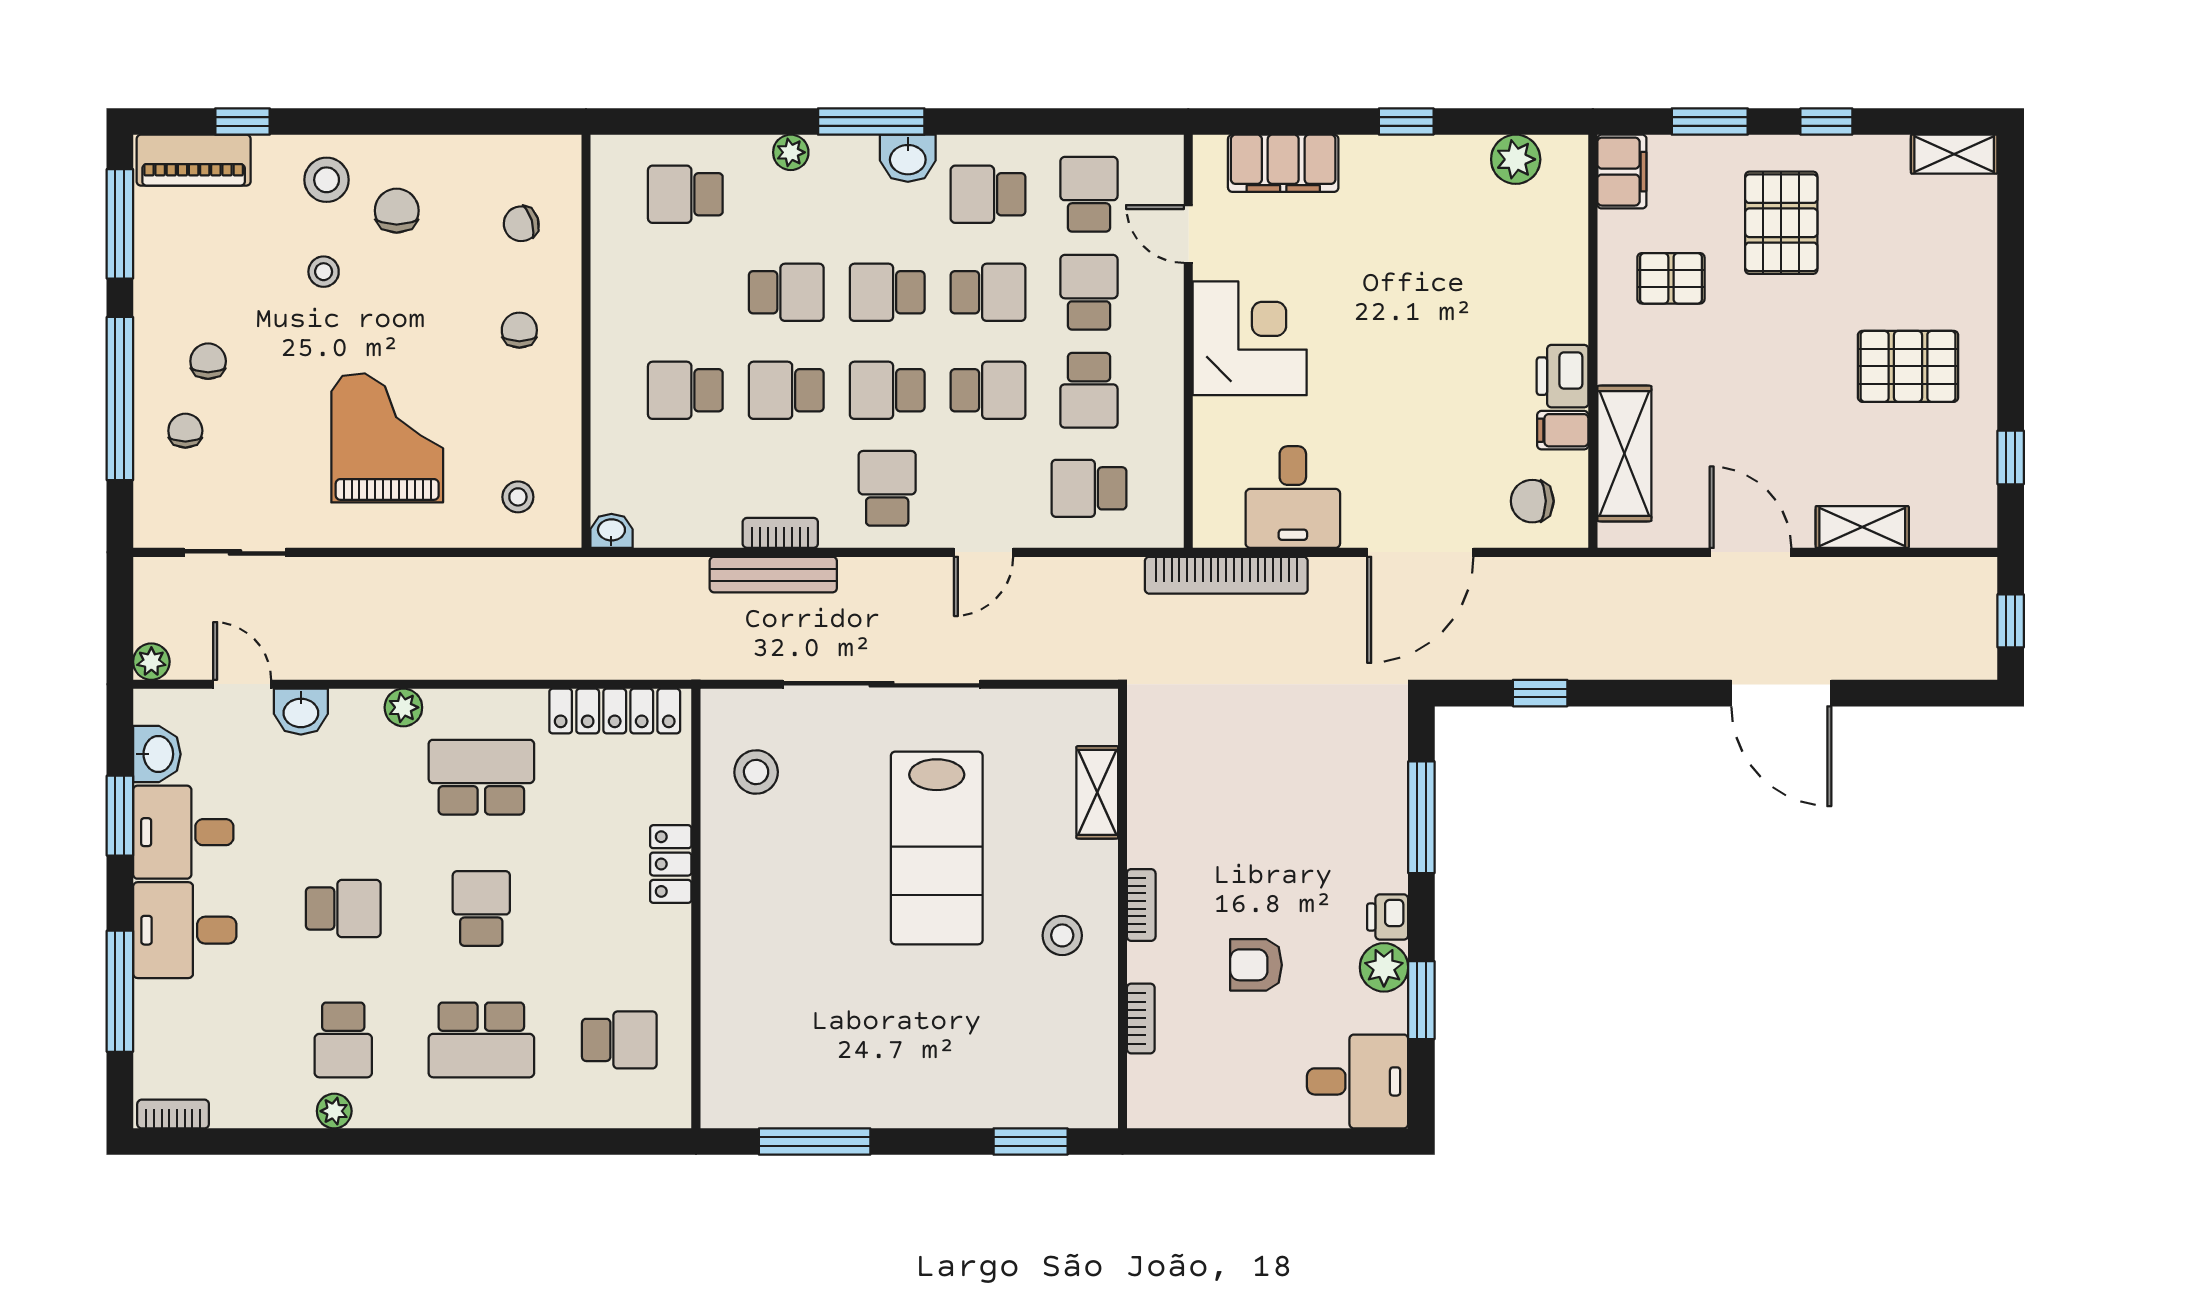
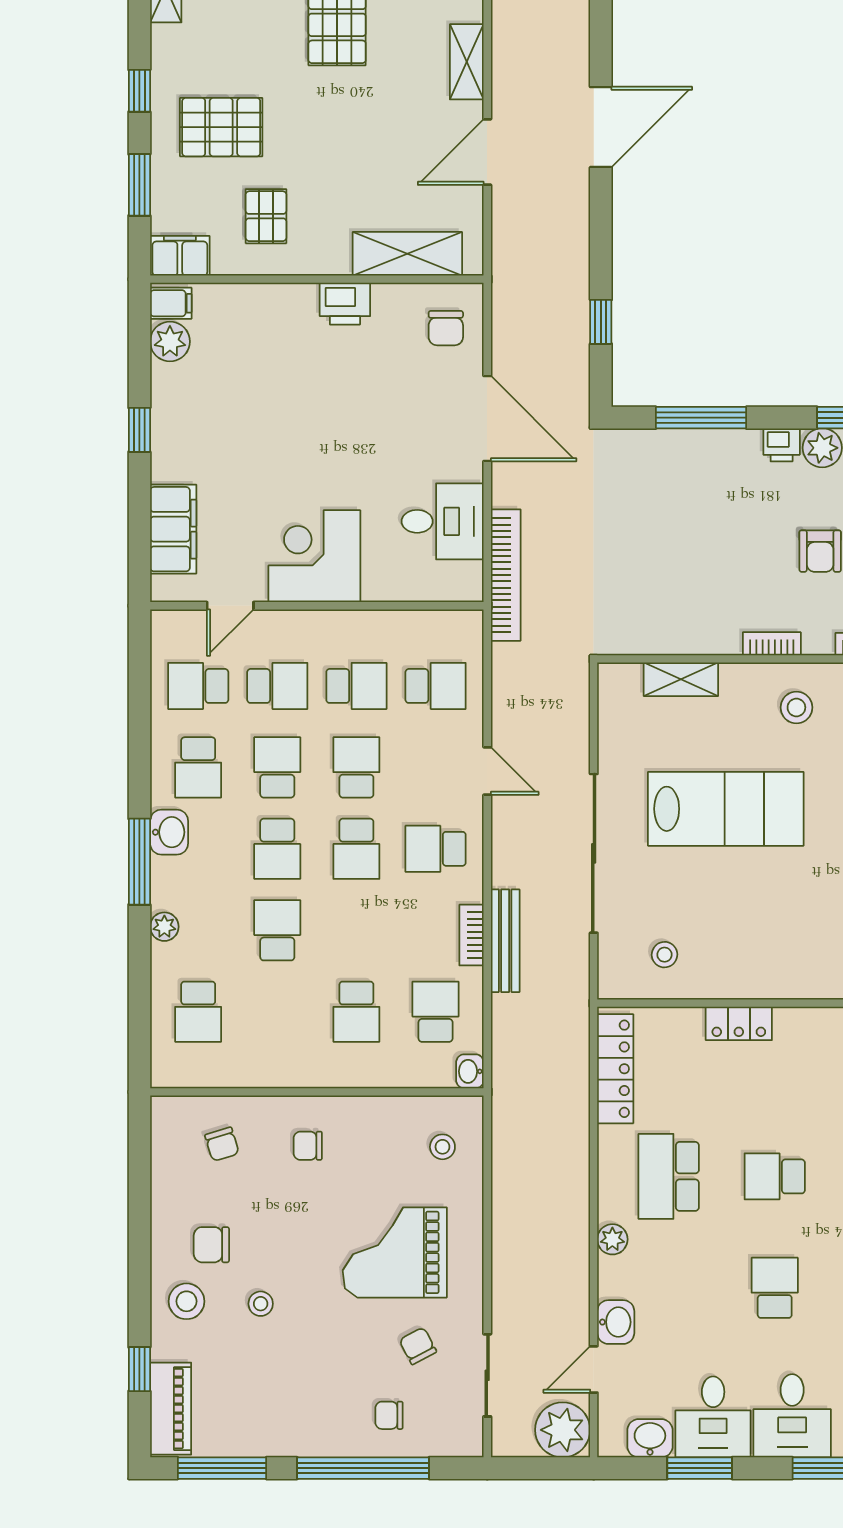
school desk: (1089, 292) -> (277, 686), turned 180
chair: (208, 361) -> (418, 1346), moved, turned 62
school desk: (786, 390) -> (436, 1012), moved, turned 180
filing cabinet: (1563, 430) -> (171, 303), moved, turned -90
school desk: (1089, 488) -> (436, 686), turned -90
plant: (151, 662) -> (563, 1430), width x1.88, depth x1.88
stool: (756, 772) -> (665, 955), width x0.73, depth x0.73

